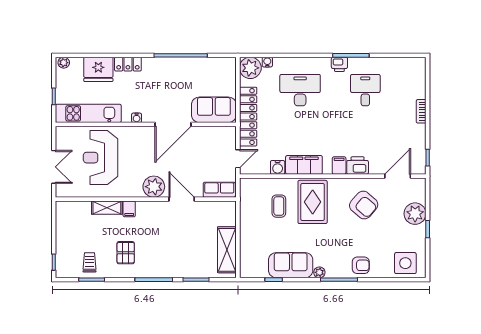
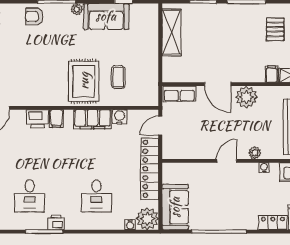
desk: (300, 90) -> (96, 196), width x0.73
sofa: (214, 110) -> (175, 207), moved, turned -90
door: (173, 124) -> (227, 161), width x0.53
plant: (146, 132) -> (255, 153), added
armchair: (364, 205) -> (31, 78), removed

